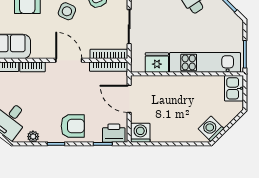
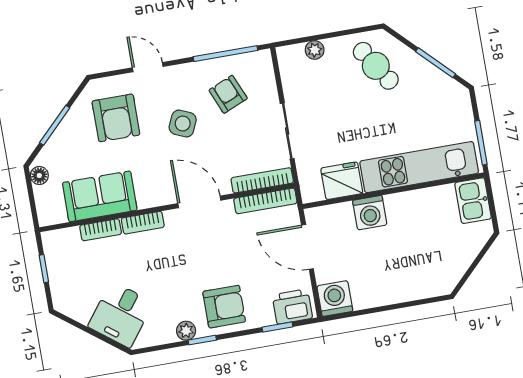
washing machine: (211, 129) -> (370, 213), moved, turned -135
plant: (33, 137) -> (186, 331), moved

